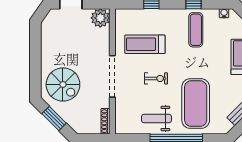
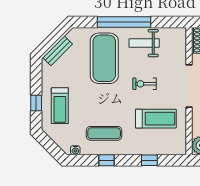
exercise mat: (196, 30) -> (104, 133), turned 90
weight bench: (156, 118) -> (144, 43), turned 180

